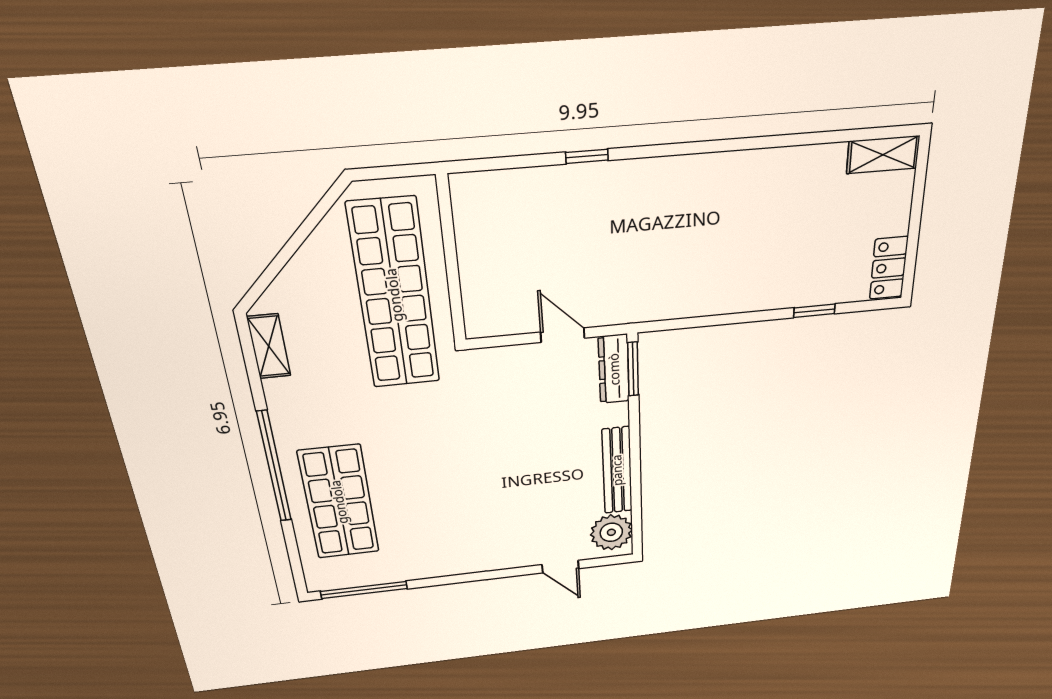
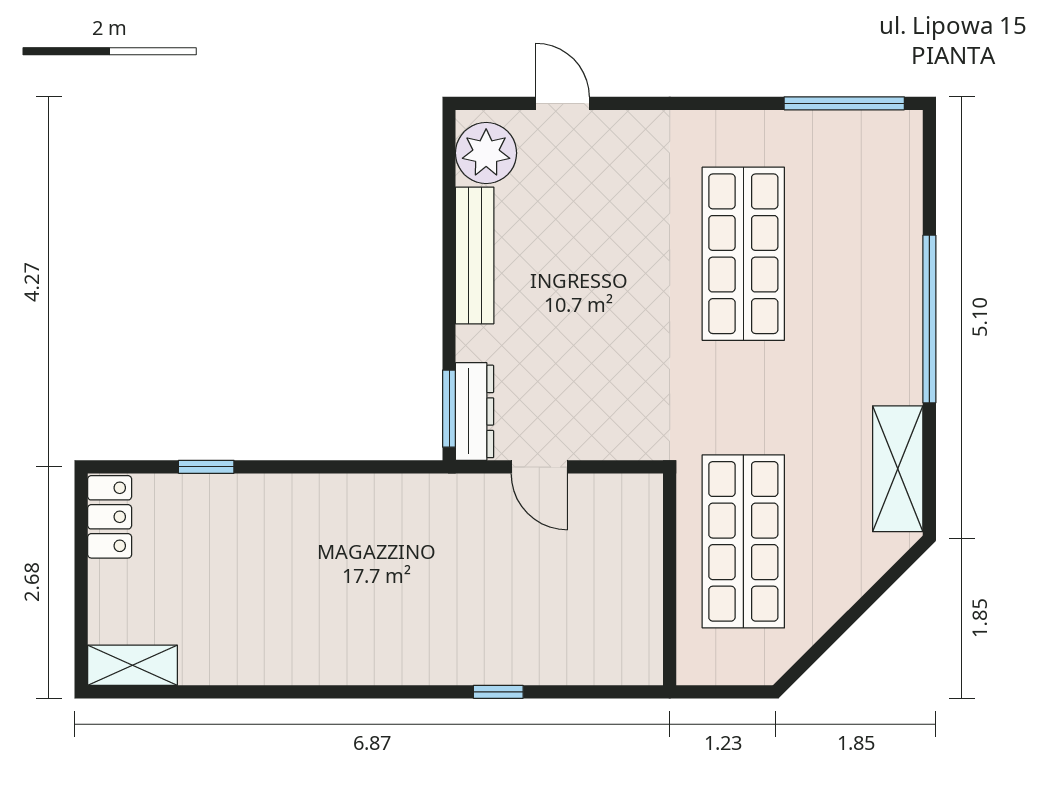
shop shelf: (394, 295) -> (743, 541), width x0.71
shelving: (269, 346) -> (898, 469), width x1.50, depth x1.33
shop shelf: (339, 502) -> (743, 254), moved

